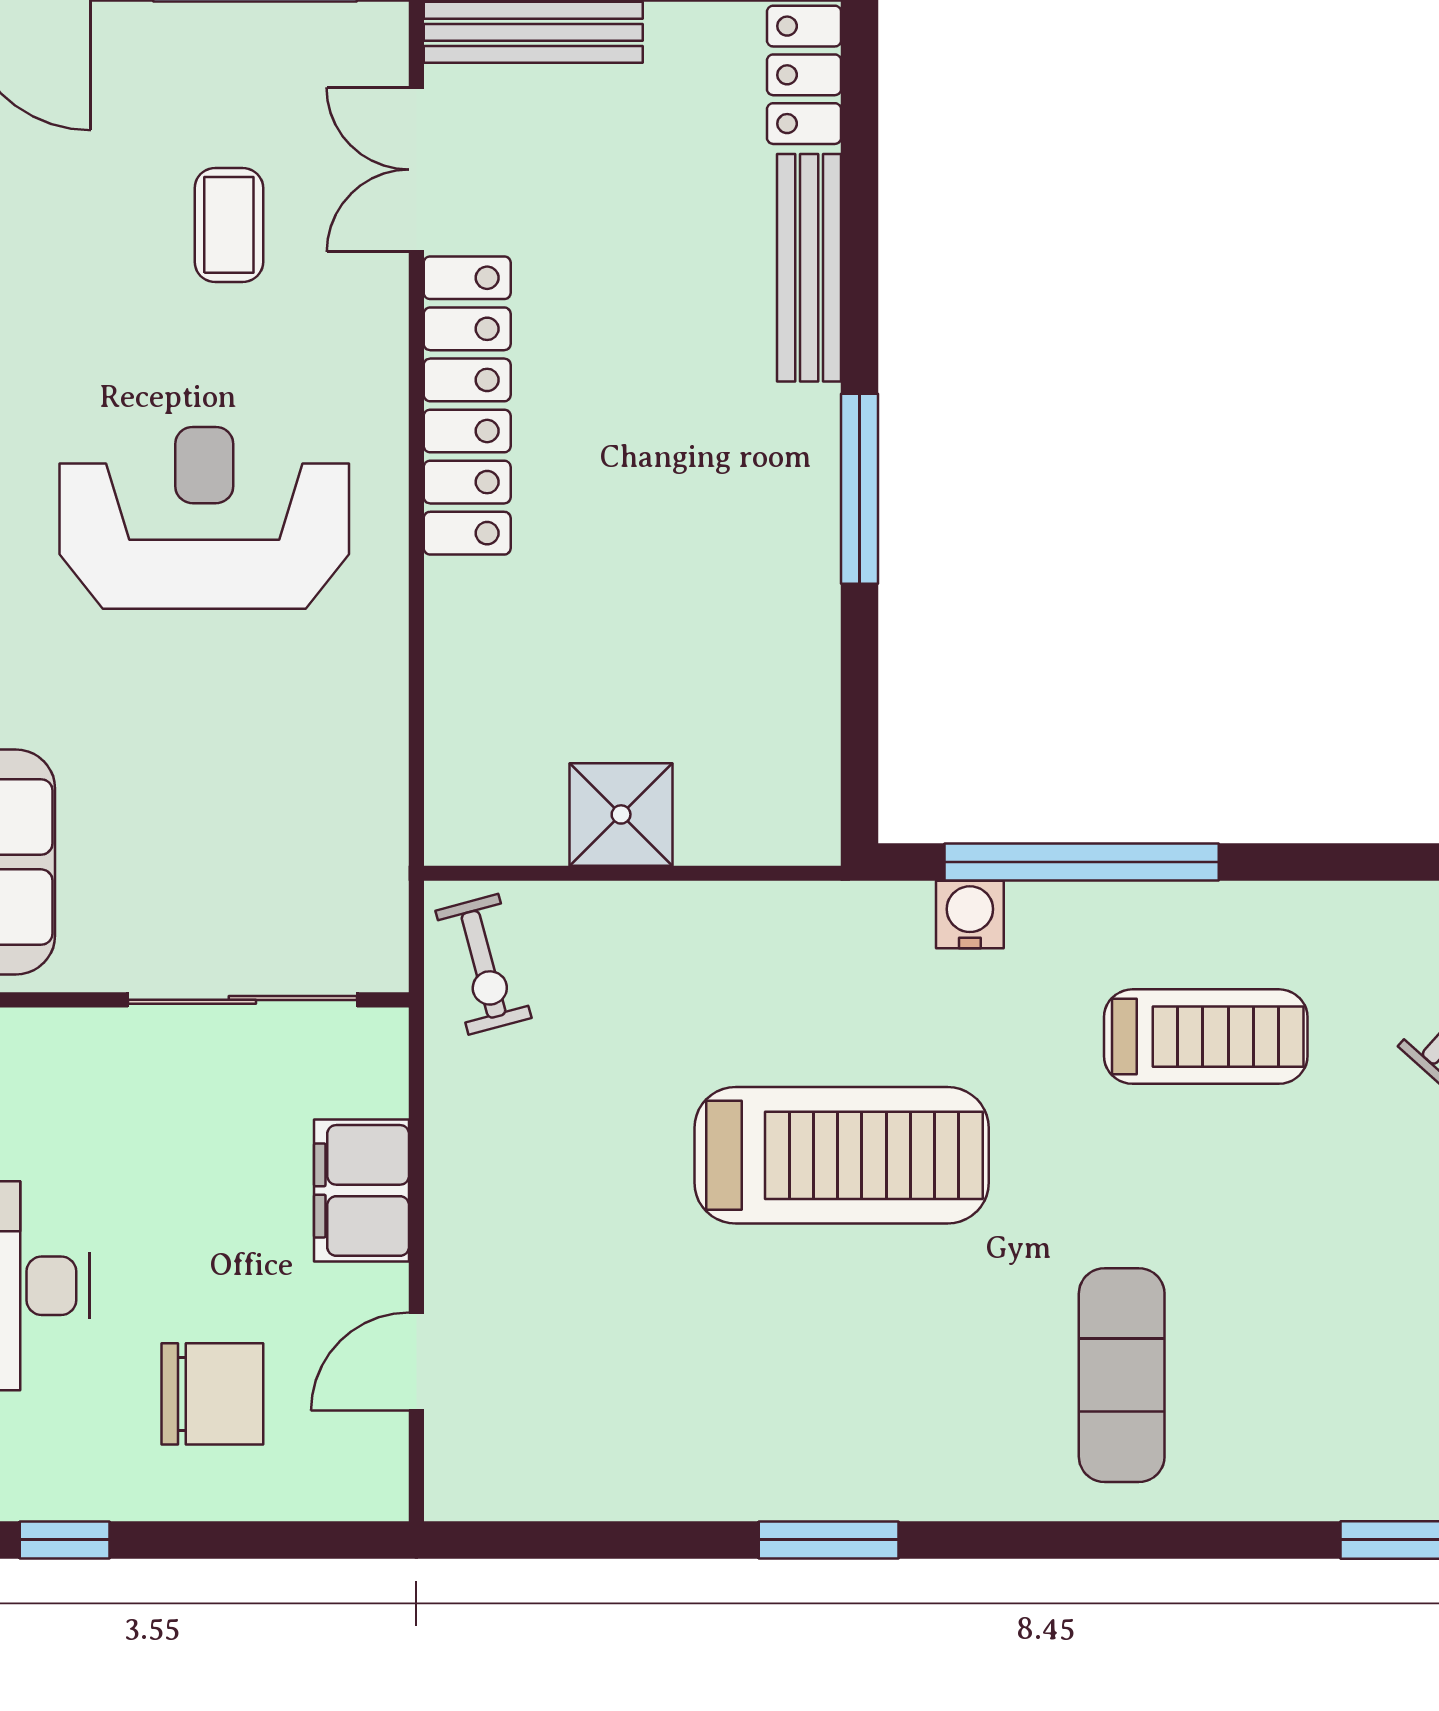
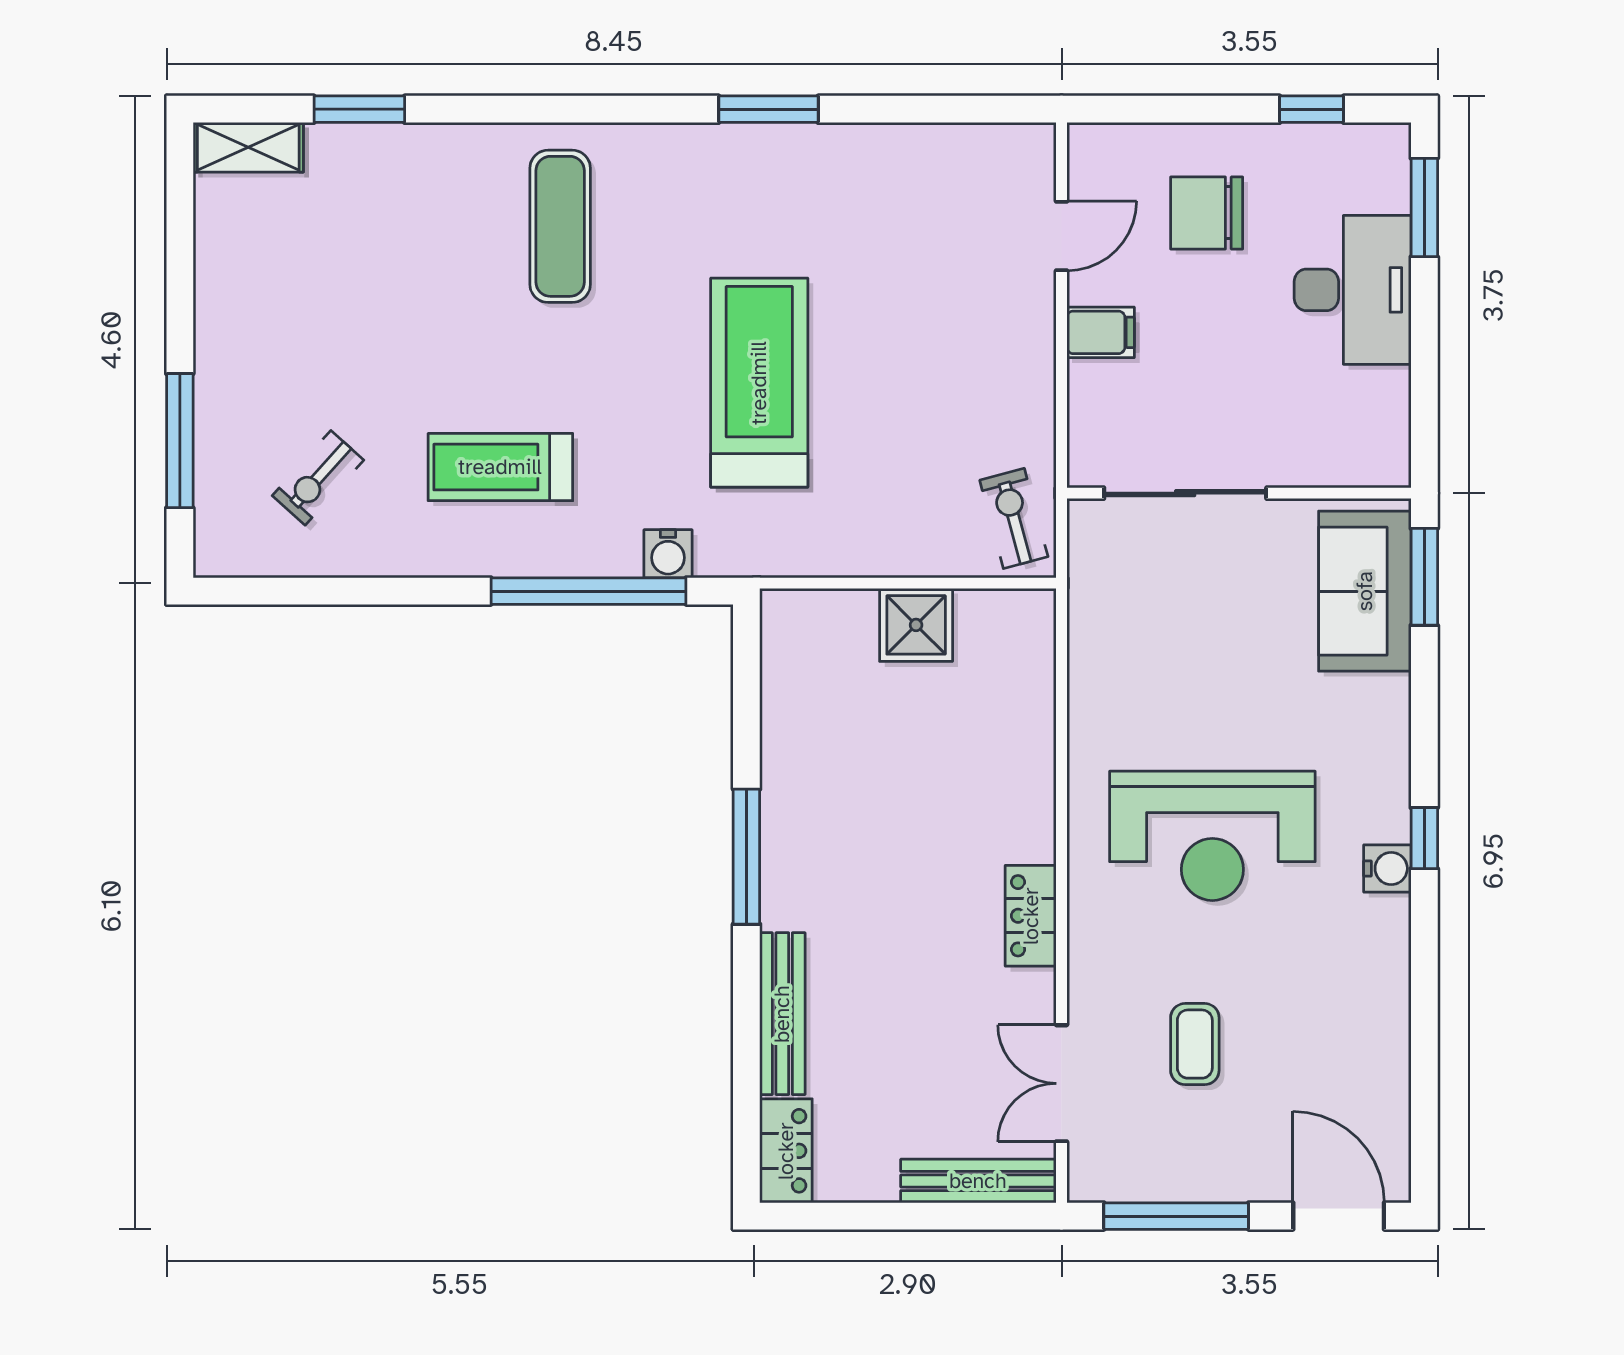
double door: (416, 170) -> (1062, 1083), swing flipped
locker: (467, 405) -> (1031, 916), width x0.46, depth x0.83
treadmill: (842, 1155) -> (759, 383), turned 90
filing cabinet: (361, 1190) -> (1101, 332), width x0.50

